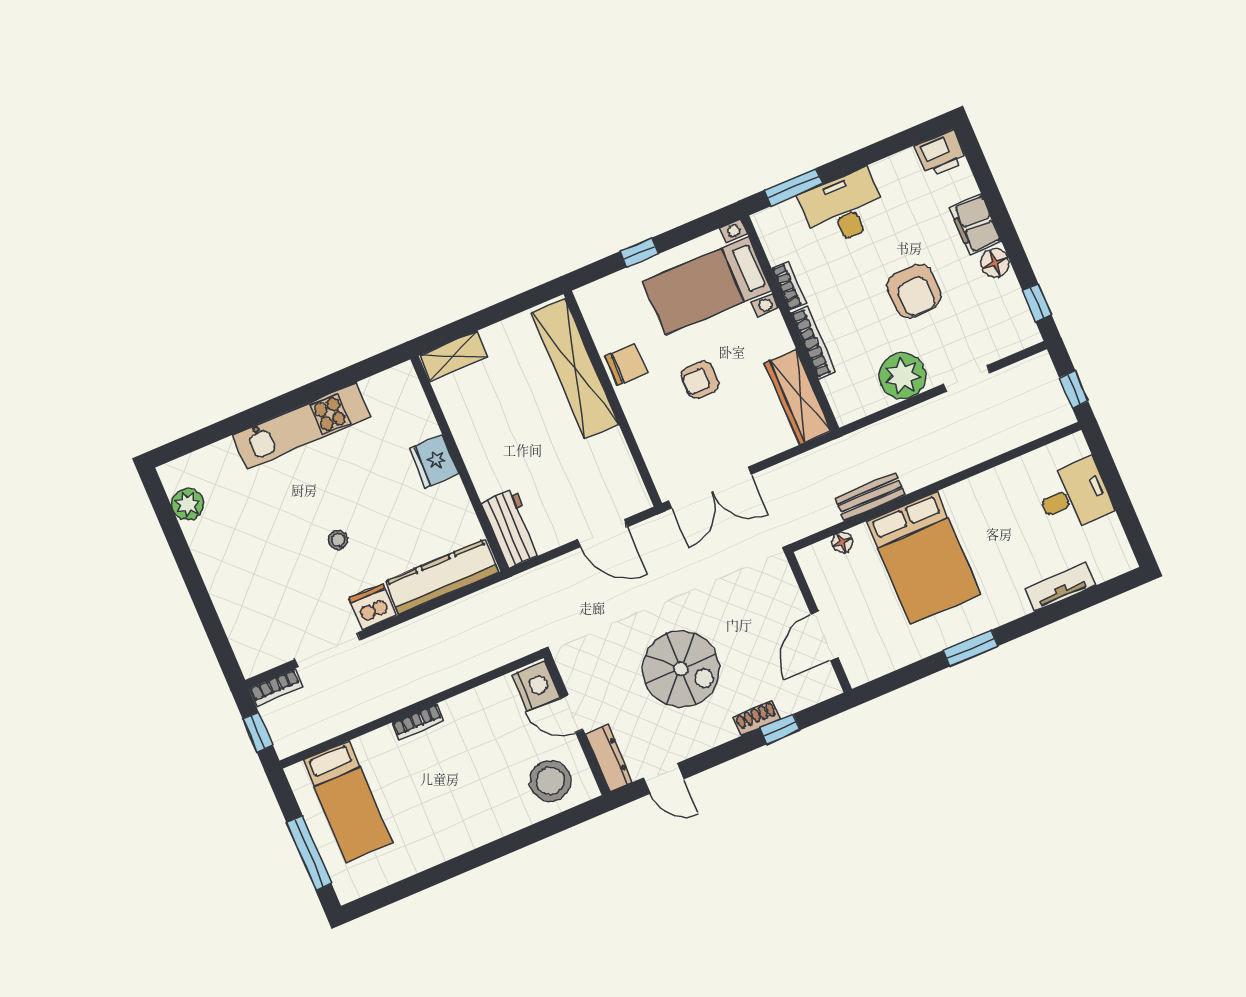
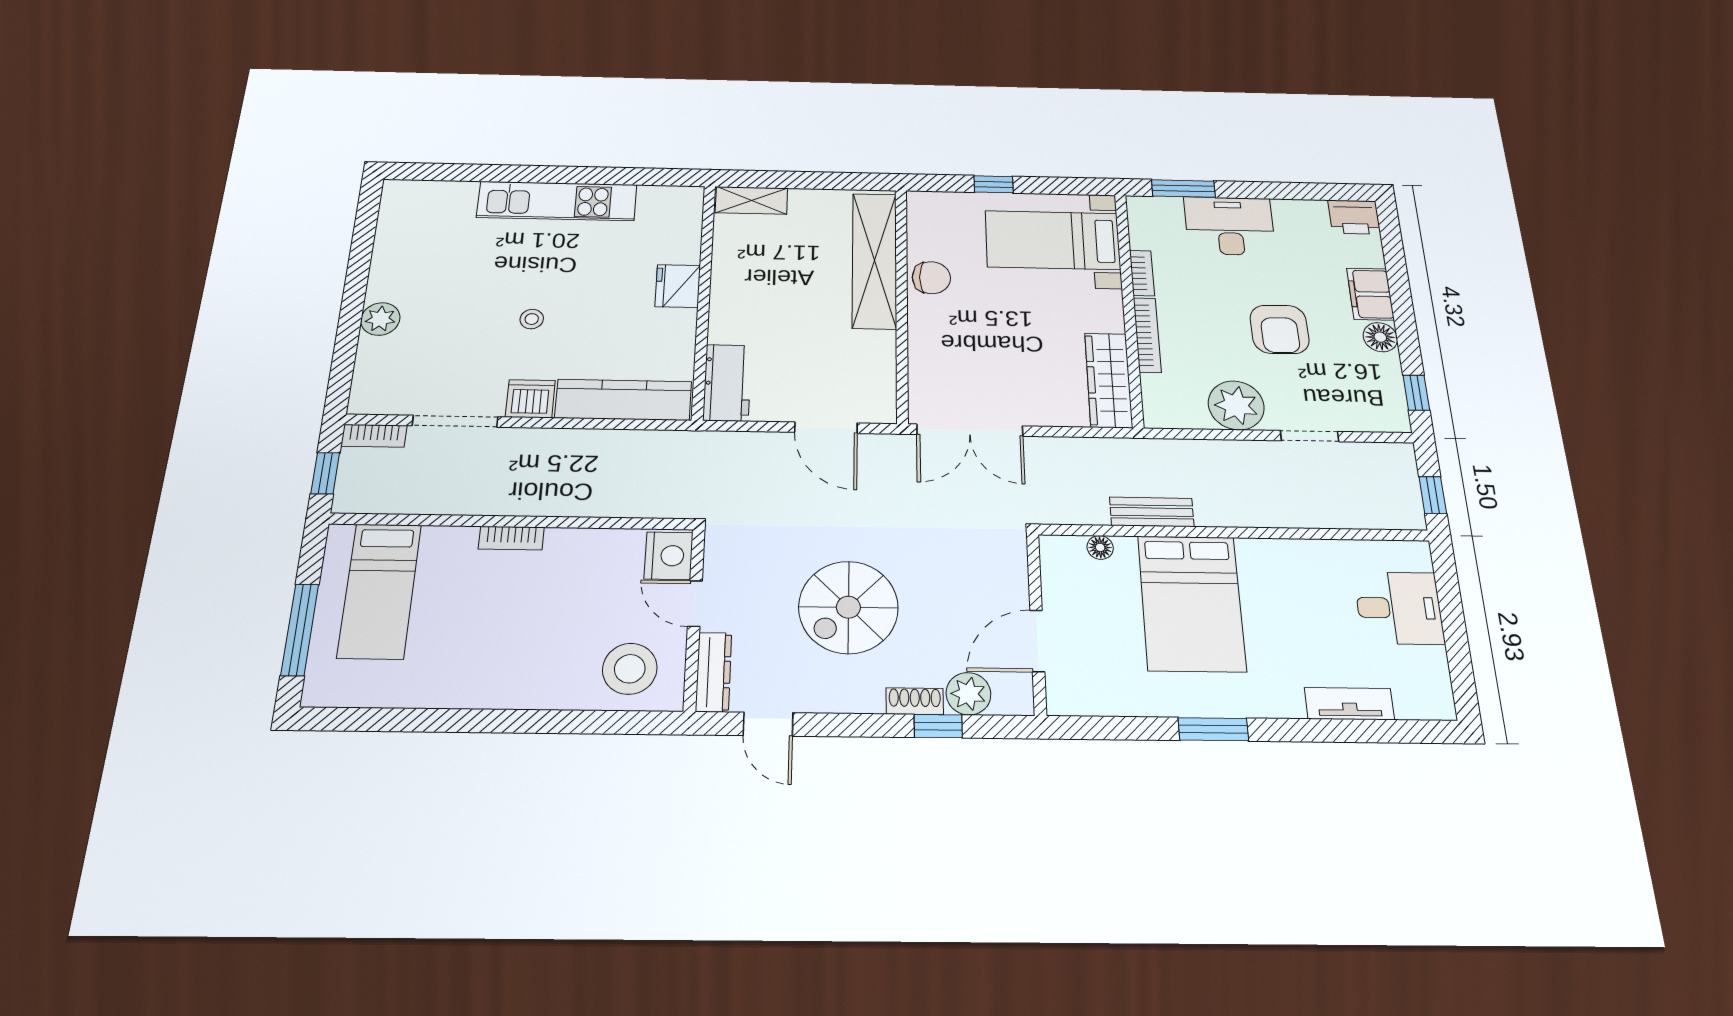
armchair: (700, 380) -> (1006, 322), removed
plant: (188, 504) -> (380, 319), moved
spiral stairs: (681, 669) -> (848, 607), turned 90
plant: (792, 696) -> (968, 694), added

